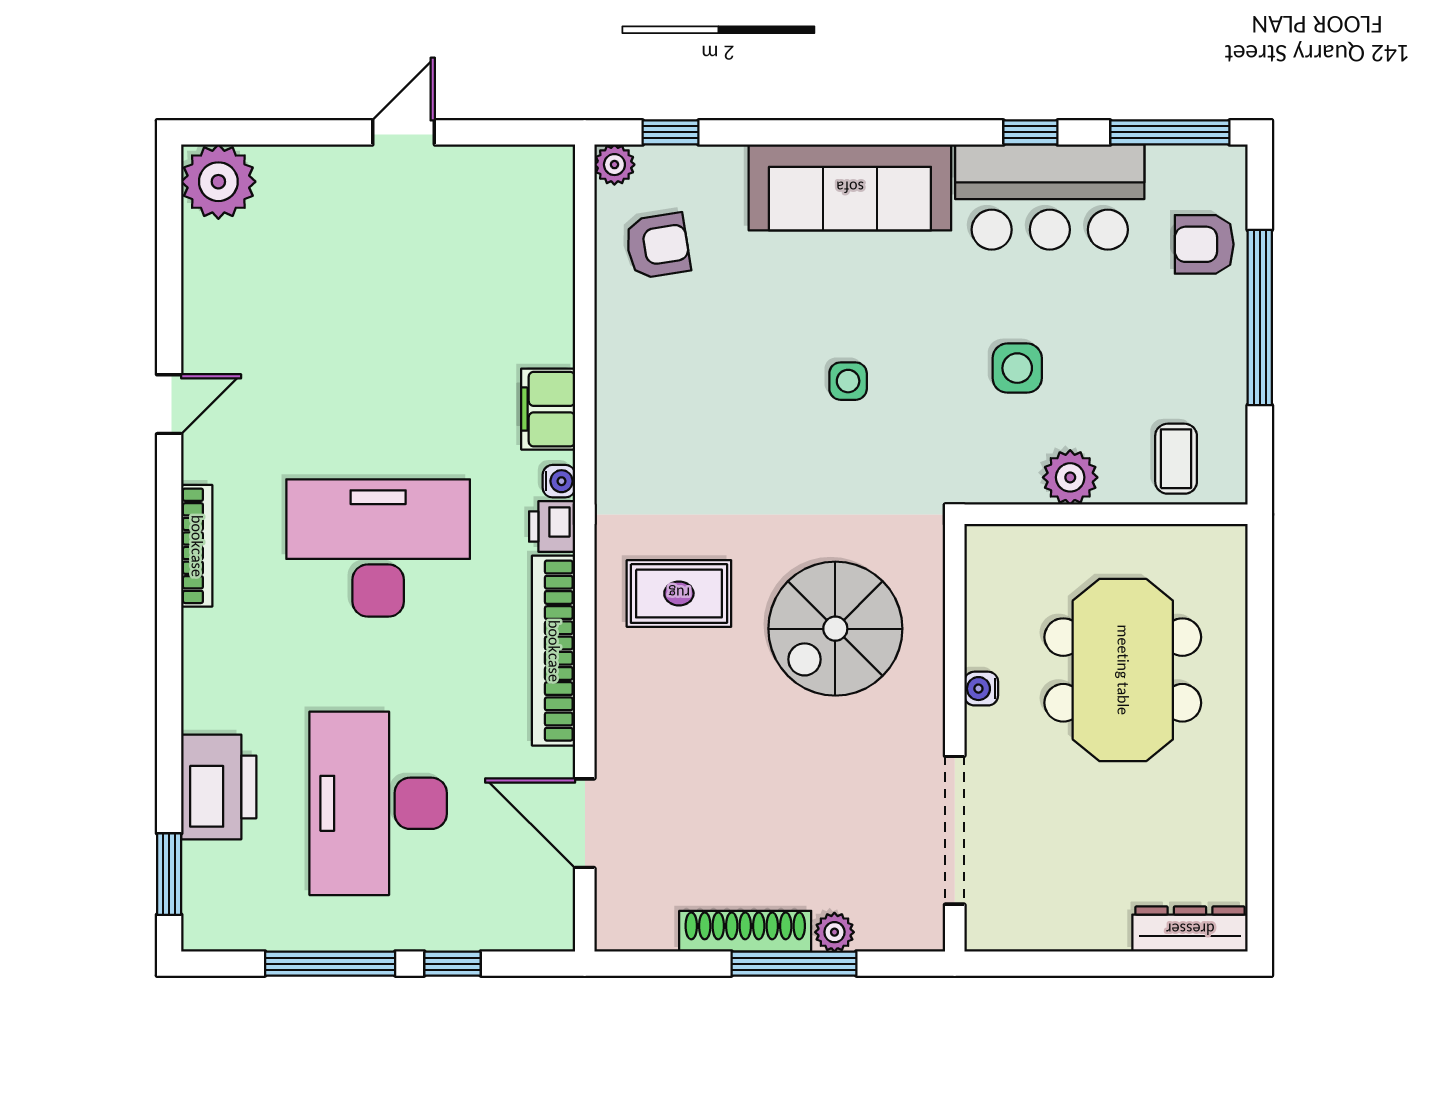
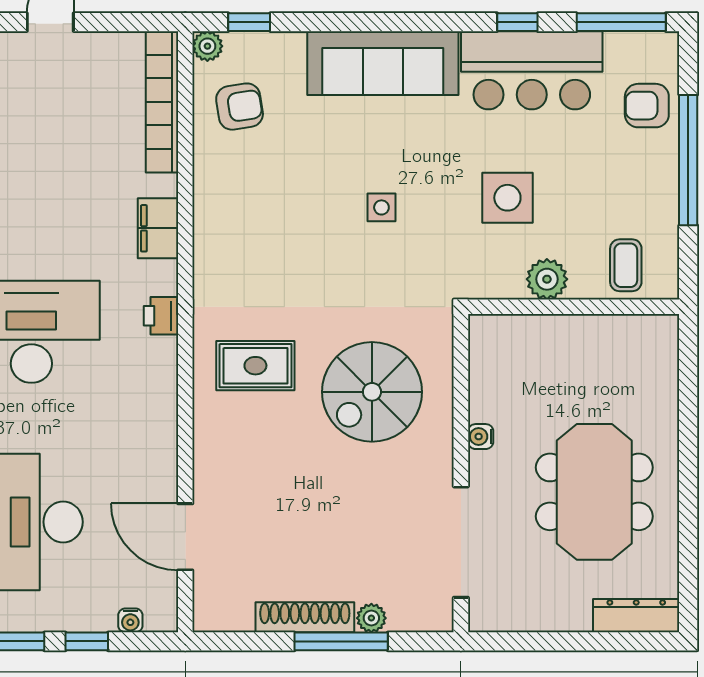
side table: (1017, 368) -> (507, 198), width x1.37, depth x1.37
water cooler: (559, 481) -> (130, 620), moved, turned 90
bookcase: (554, 651) -> (162, 102), moved
meeting table: (1123, 670) -> (594, 492), moved

